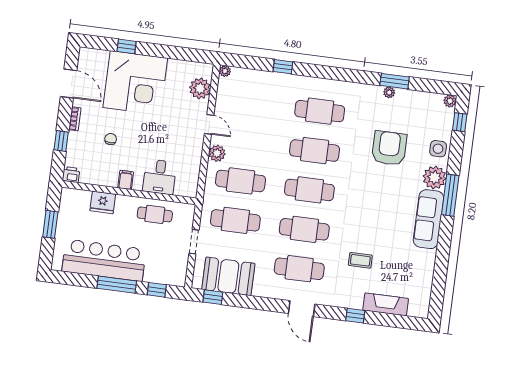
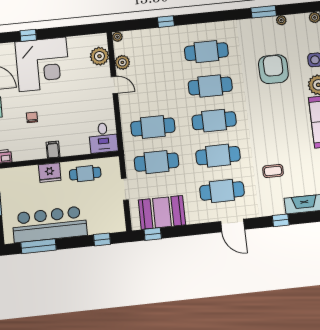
plant: (389, 92) -> (281, 20), moved
plant: (217, 153) -> (122, 62), moved
desk: (160, 177) -> (103, 138), moved
fridge: (103, 202) -> (50, 173), moved
window: (117, 285) -> (38, 246), moved

